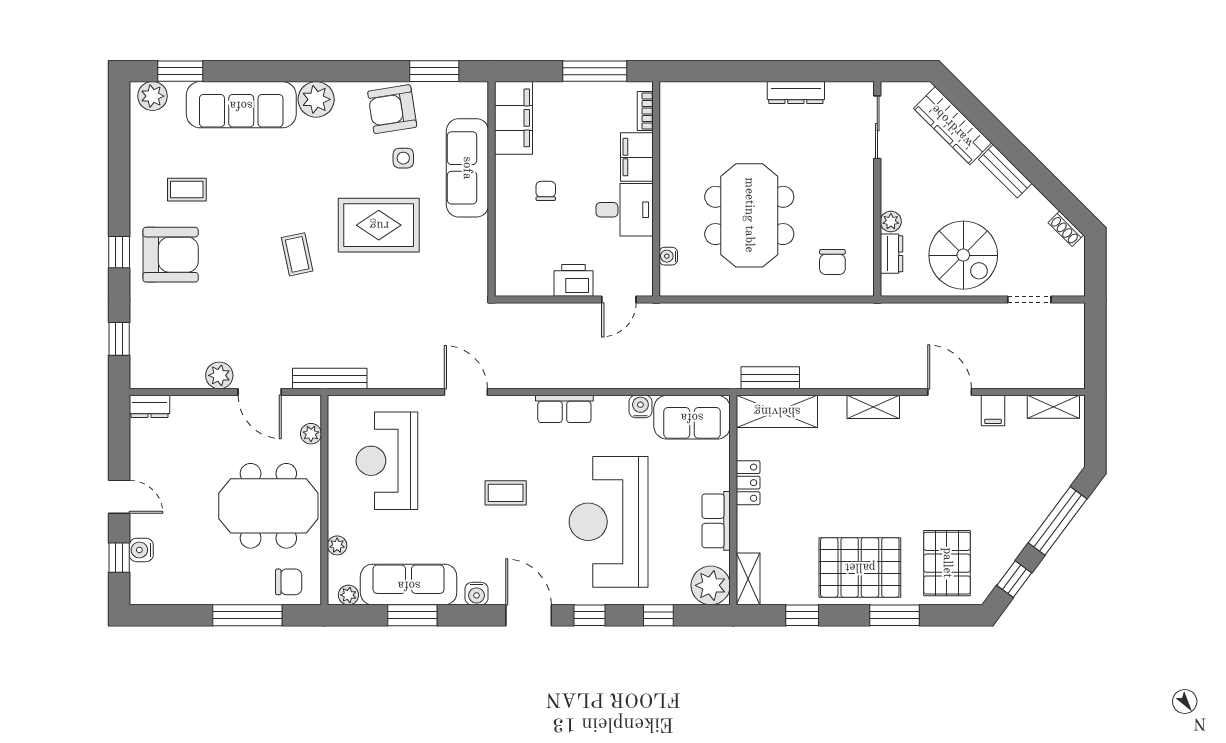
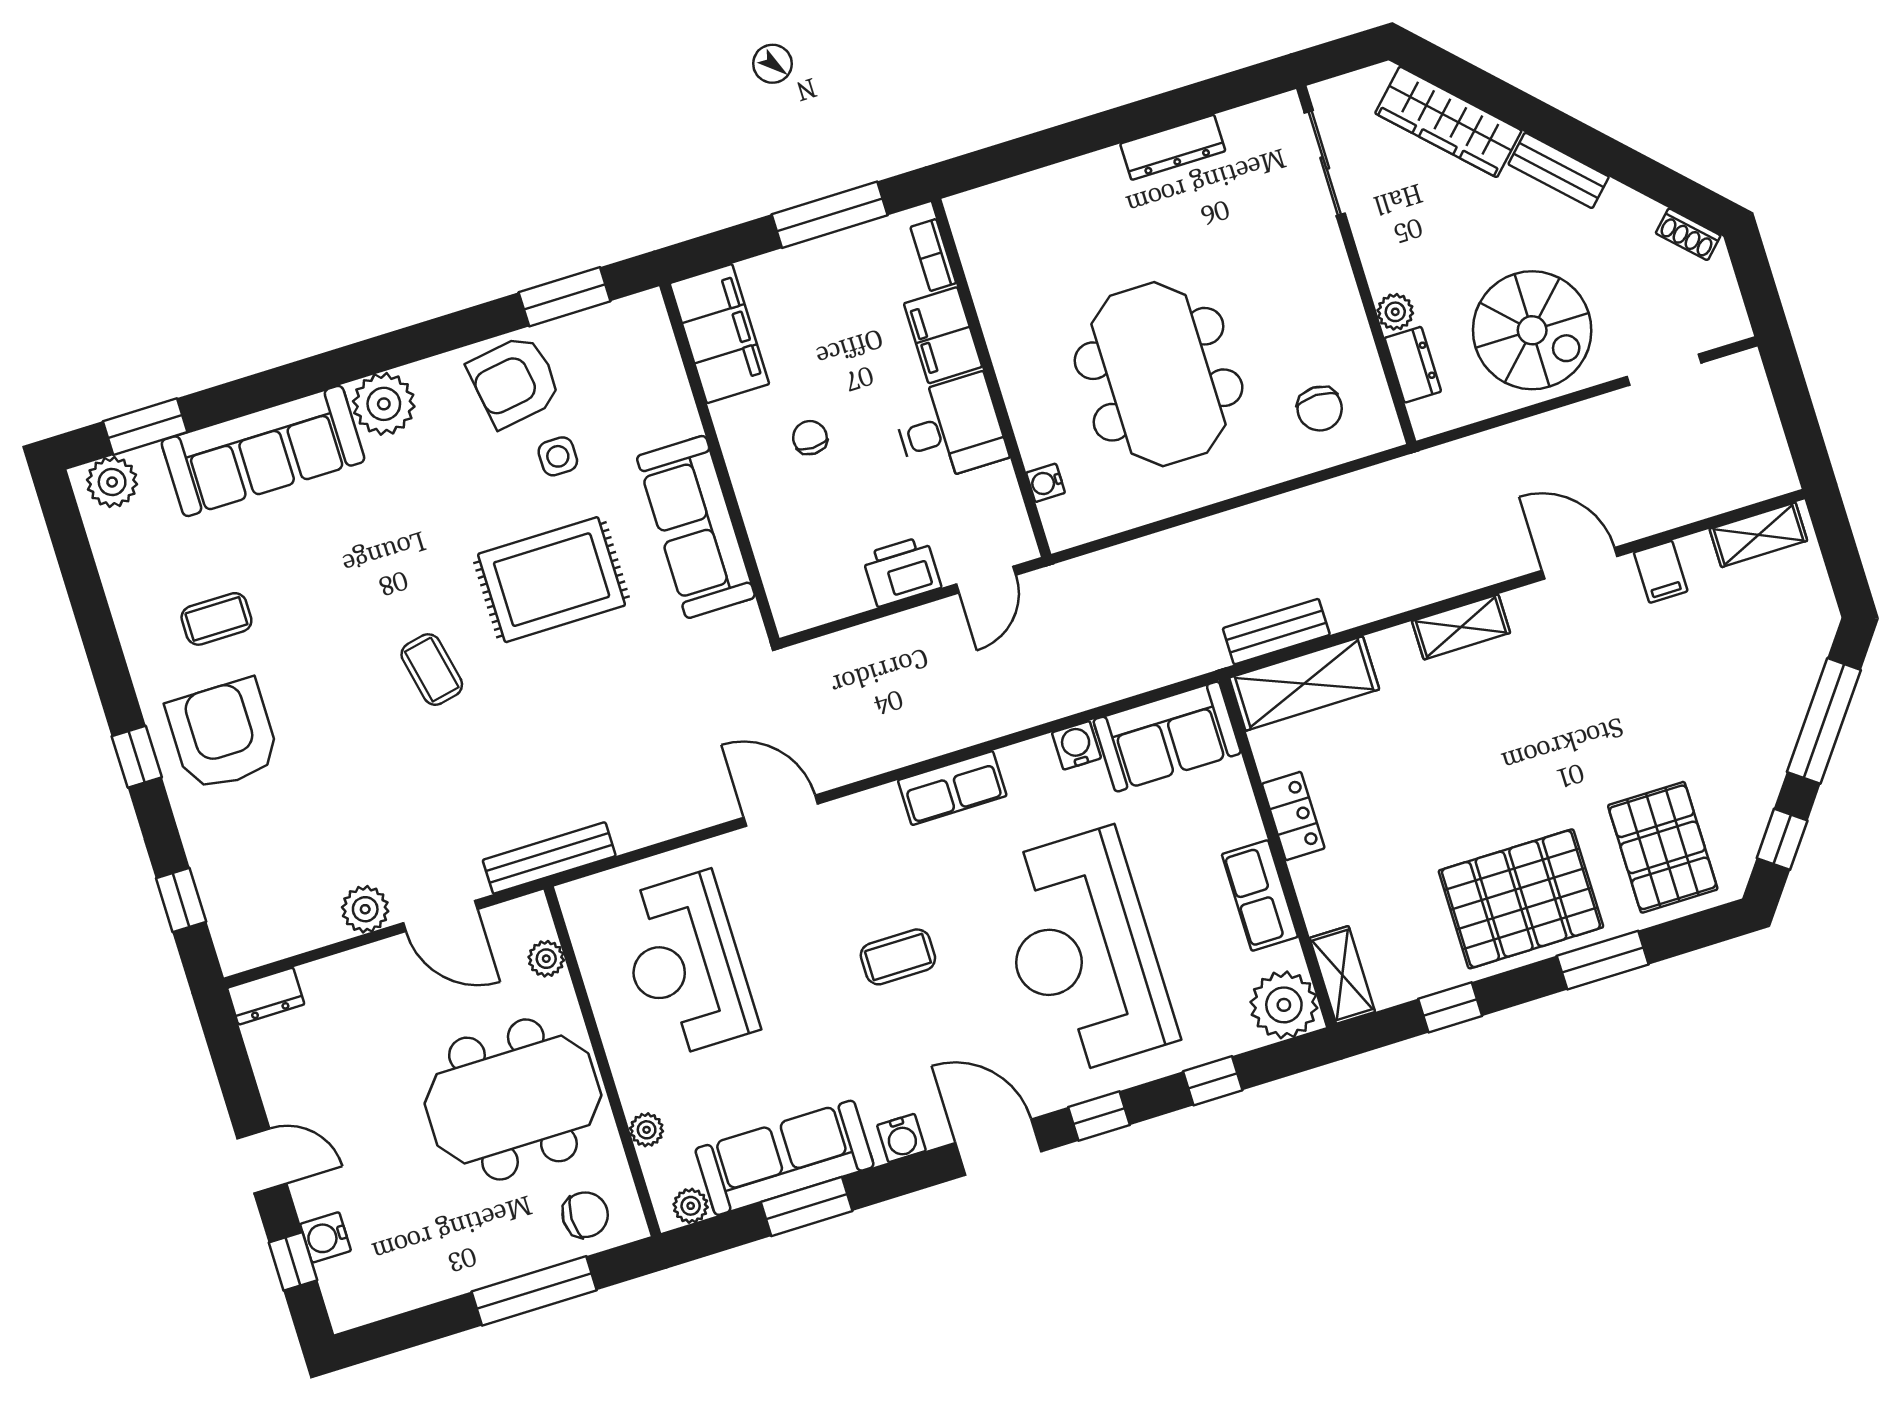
sofa: (467, 168) -> (696, 527), moved
armchair: (171, 255) -> (223, 735), turned -90

